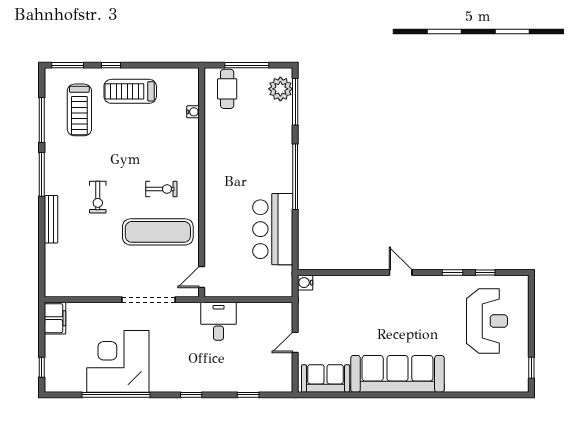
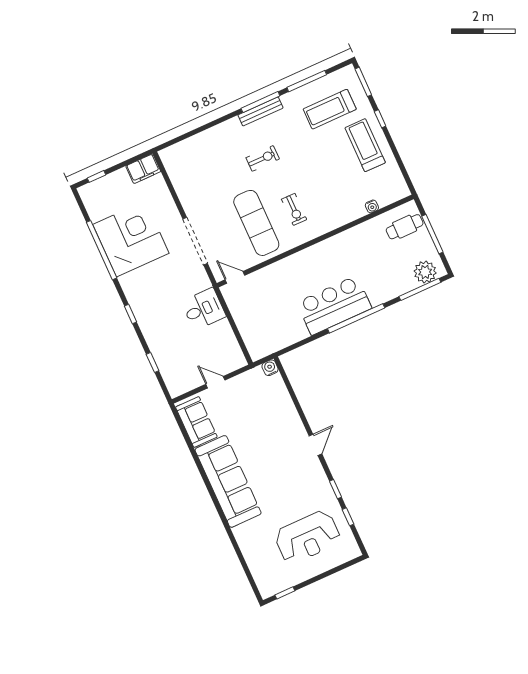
exercise bike: (98, 197) -> (263, 158), turned 180
bench: (51, 219) -> (260, 111), moved
bar counter: (273, 229) -> (334, 305), moved

